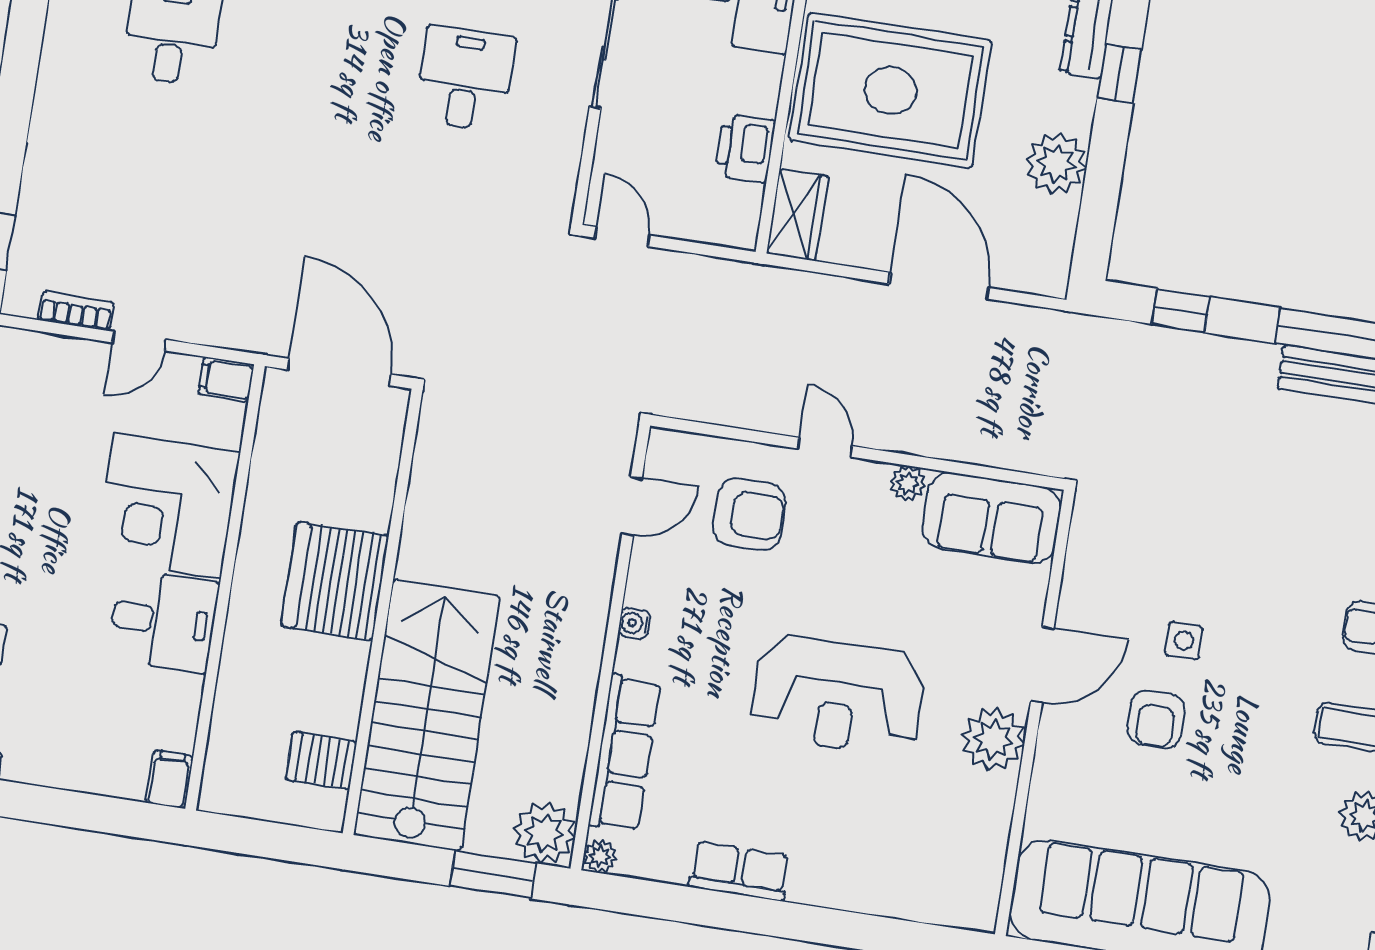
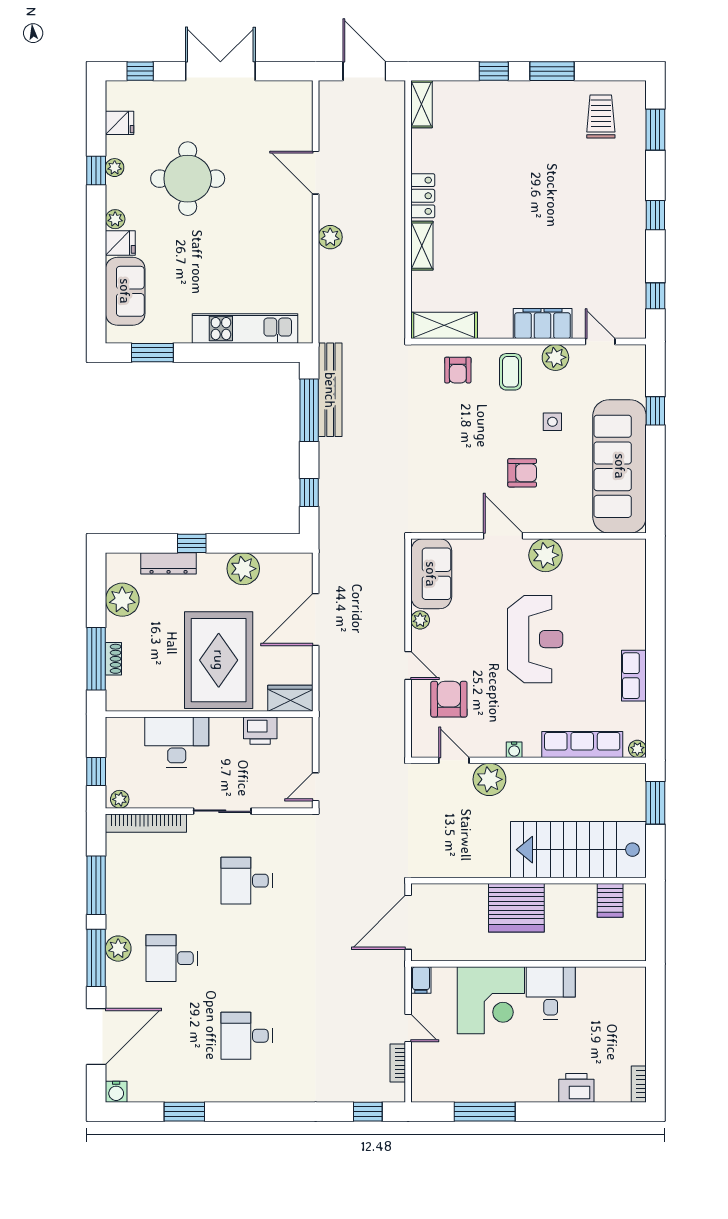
door: (825, 447) -> (408, 665), swing flipped
side table: (1184, 640) -> (552, 422), moved
filing cabinet: (169, 779) -> (632, 977), removed
plant: (544, 833) -> (489, 779), moved

